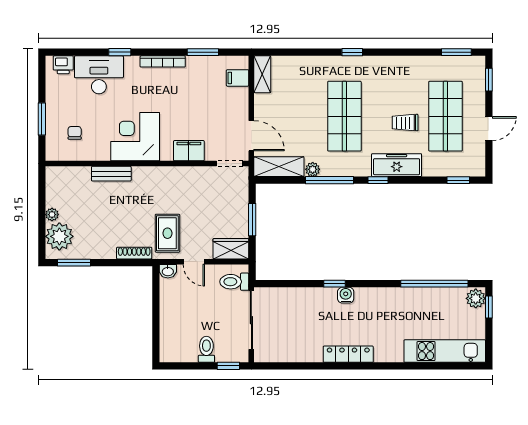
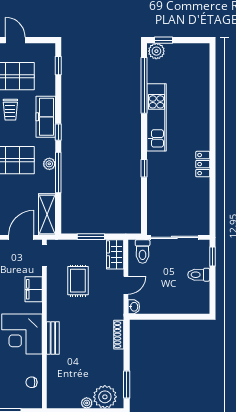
chair: (75, 133) -> (32, 382), moved
plant: (313, 169) -> (49, 164), moved
bench: (111, 174) -> (53, 338), moved
rug: (167, 233) -> (78, 281), moved, turned 90
water cooler: (346, 295) -> (154, 159), removed
kitchen unit: (445, 351) -> (157, 117), moved, turned 180
locker: (348, 354) -> (203, 164), width x0.66

